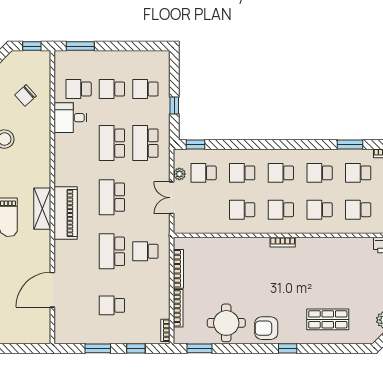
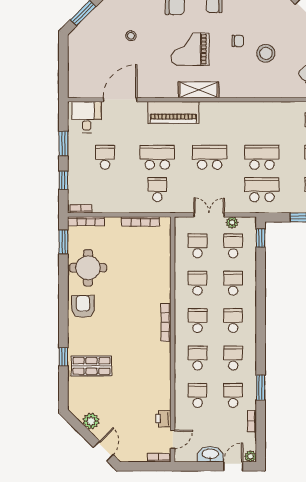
desk: (70, 118) -> (87, 117), moved
school desk: (204, 210) -> (198, 246), added
piano: (66, 213) -> (173, 112), moved
bookcase: (283, 242) -> (166, 322), width x1.56
door: (52, 290) -> (120, 100), hinge flipped
bookcase: (178, 308) -> (86, 221), moved
shop shelf: (328, 319) -> (92, 366), turned 90
window: (288, 348) -> (63, 357), moved

